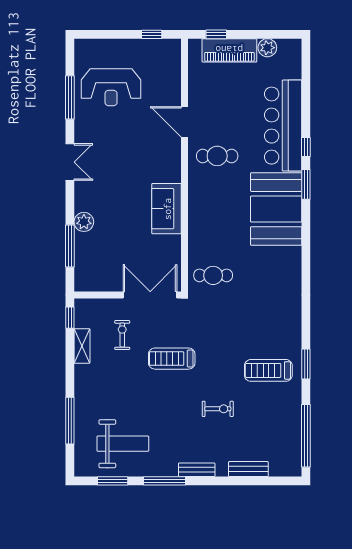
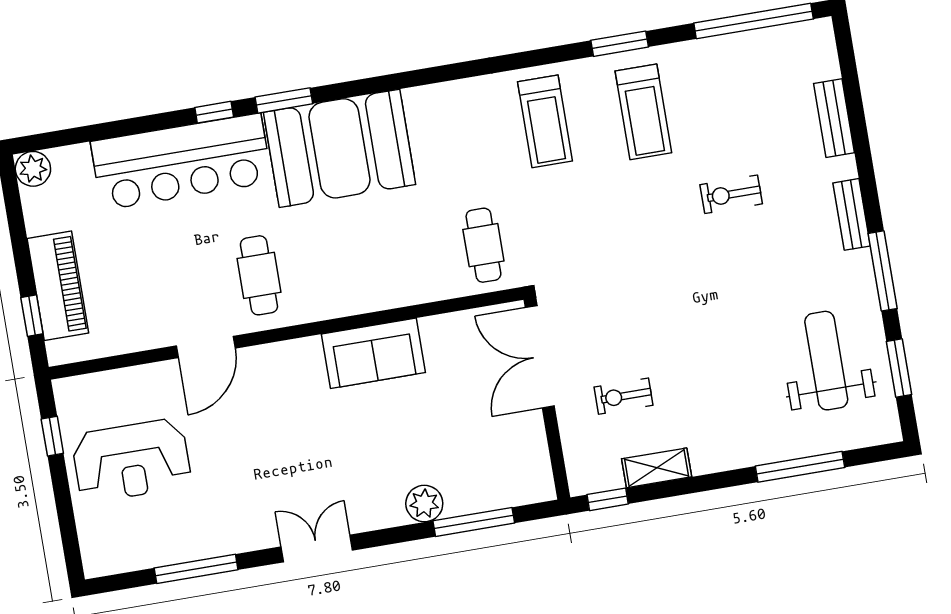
plant: (267, 48) -> (33, 169), moved
reception desk: (111, 87) -> (132, 460), moved, turned 90
treadmill: (172, 359) -> (545, 121), moved
exercise bike: (218, 409) -> (731, 194), turned -90

